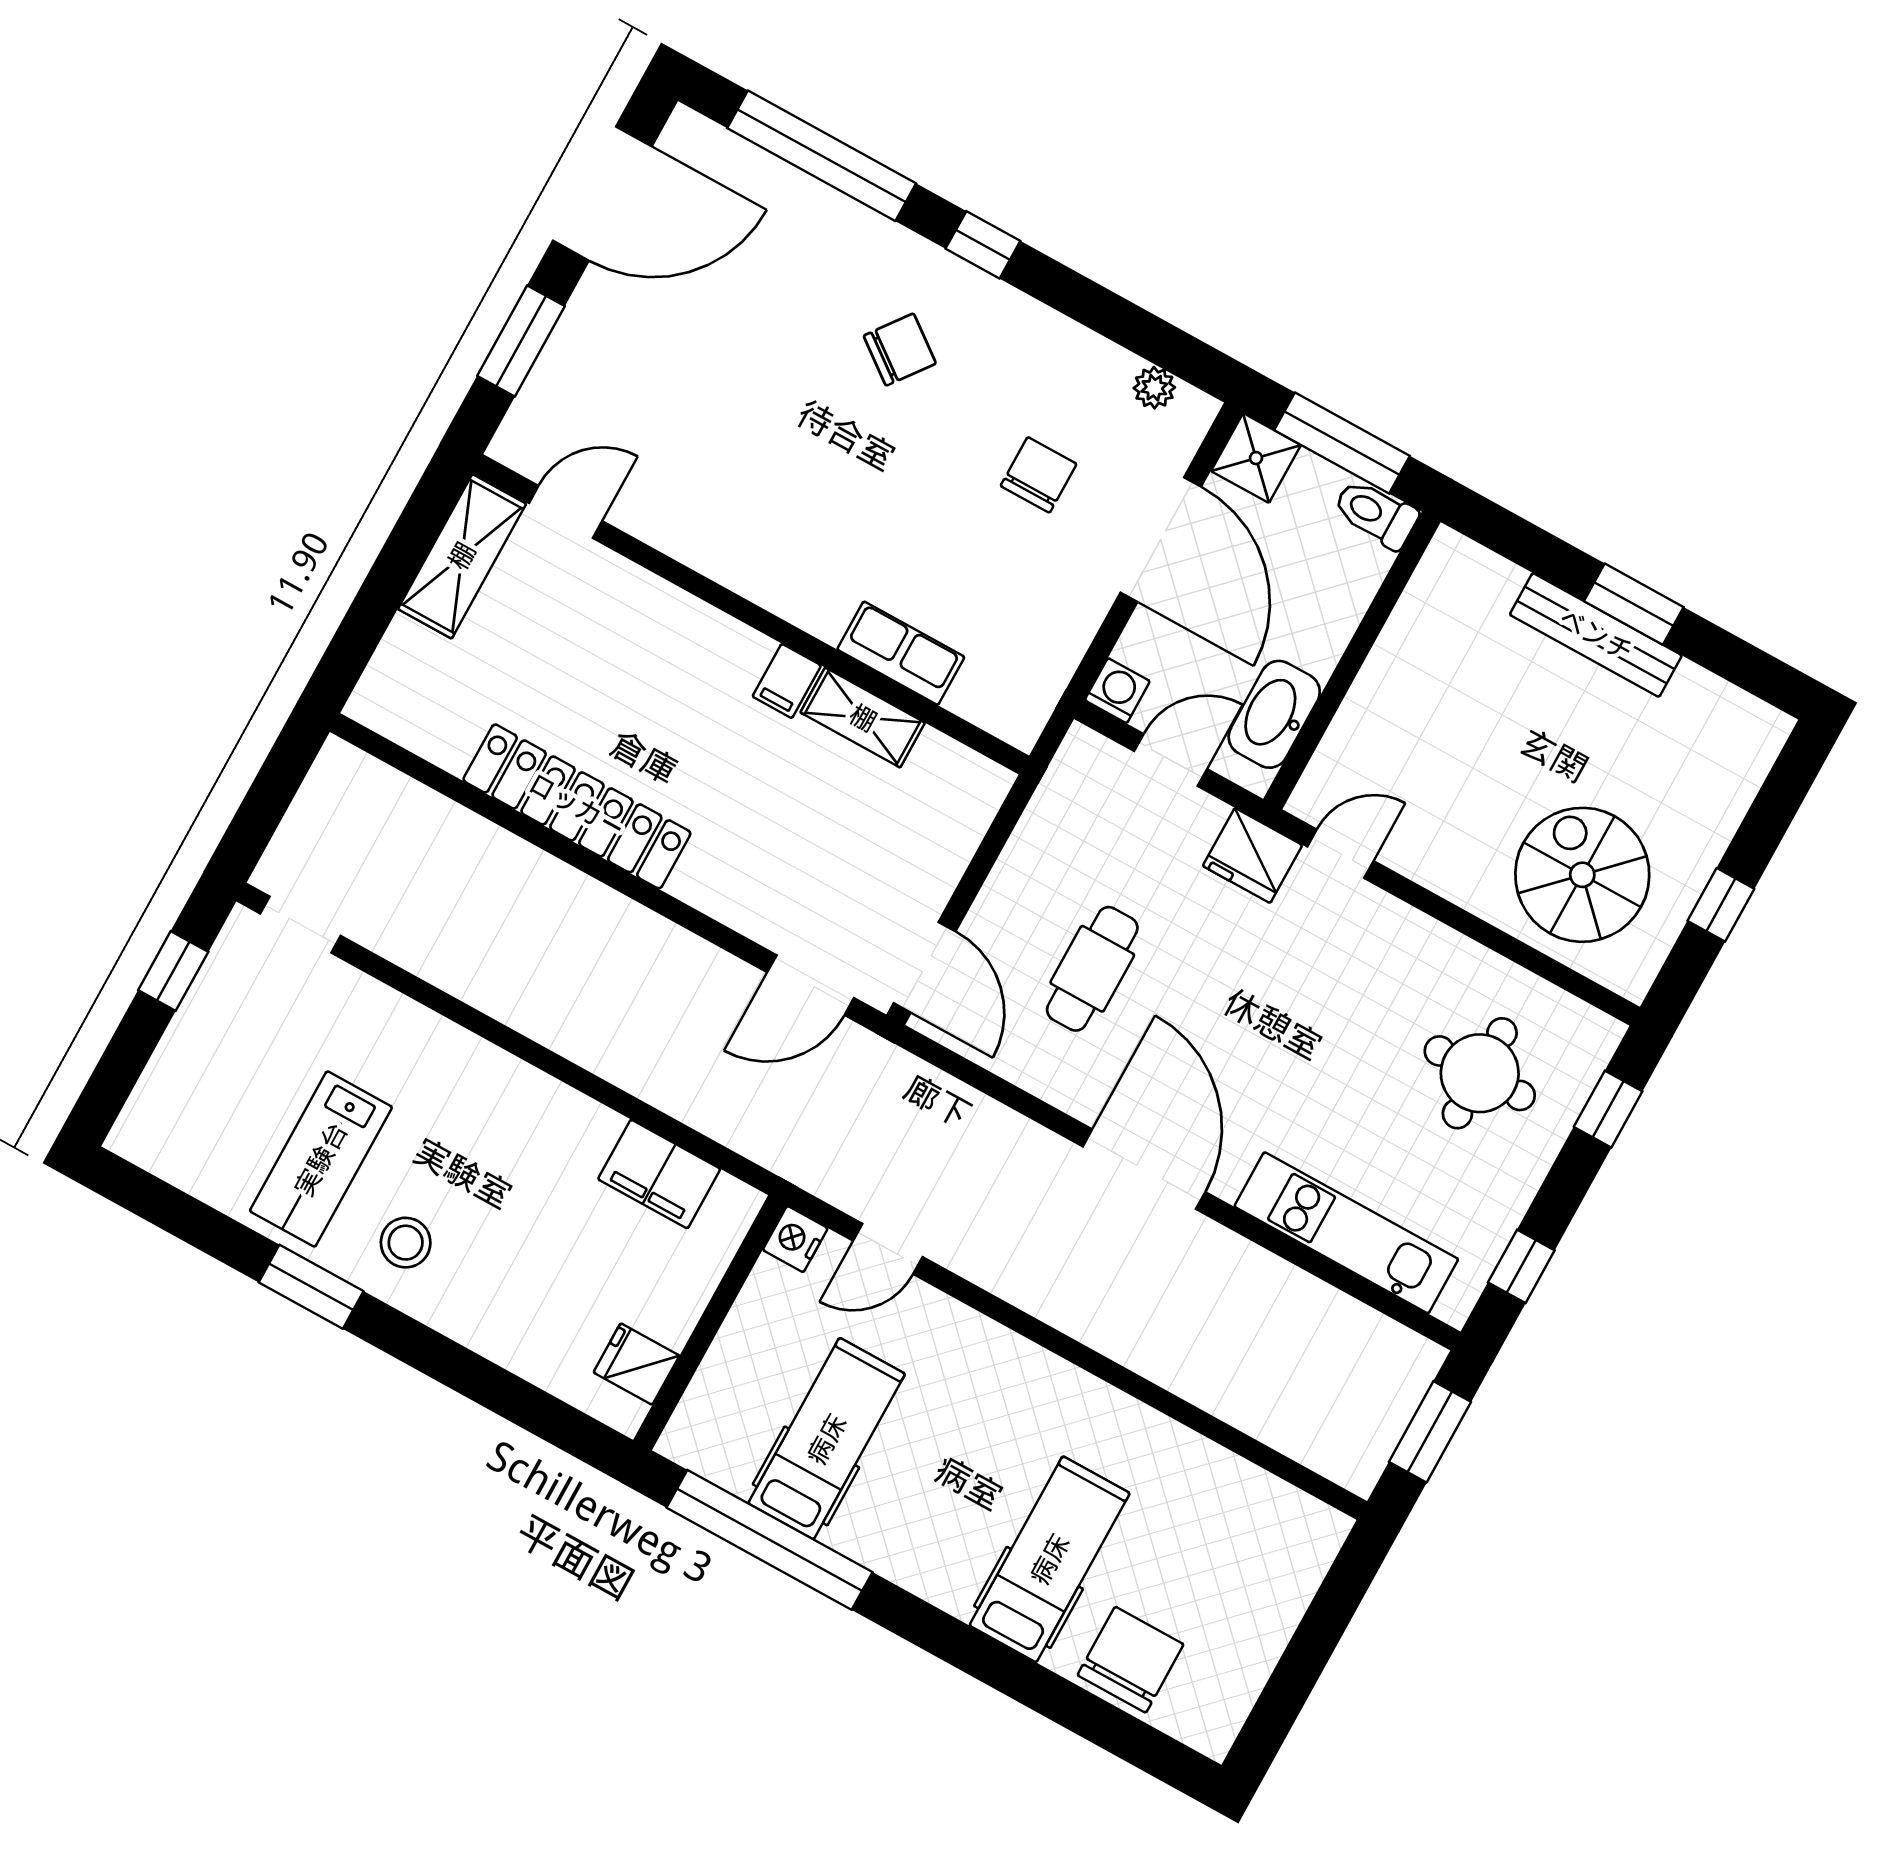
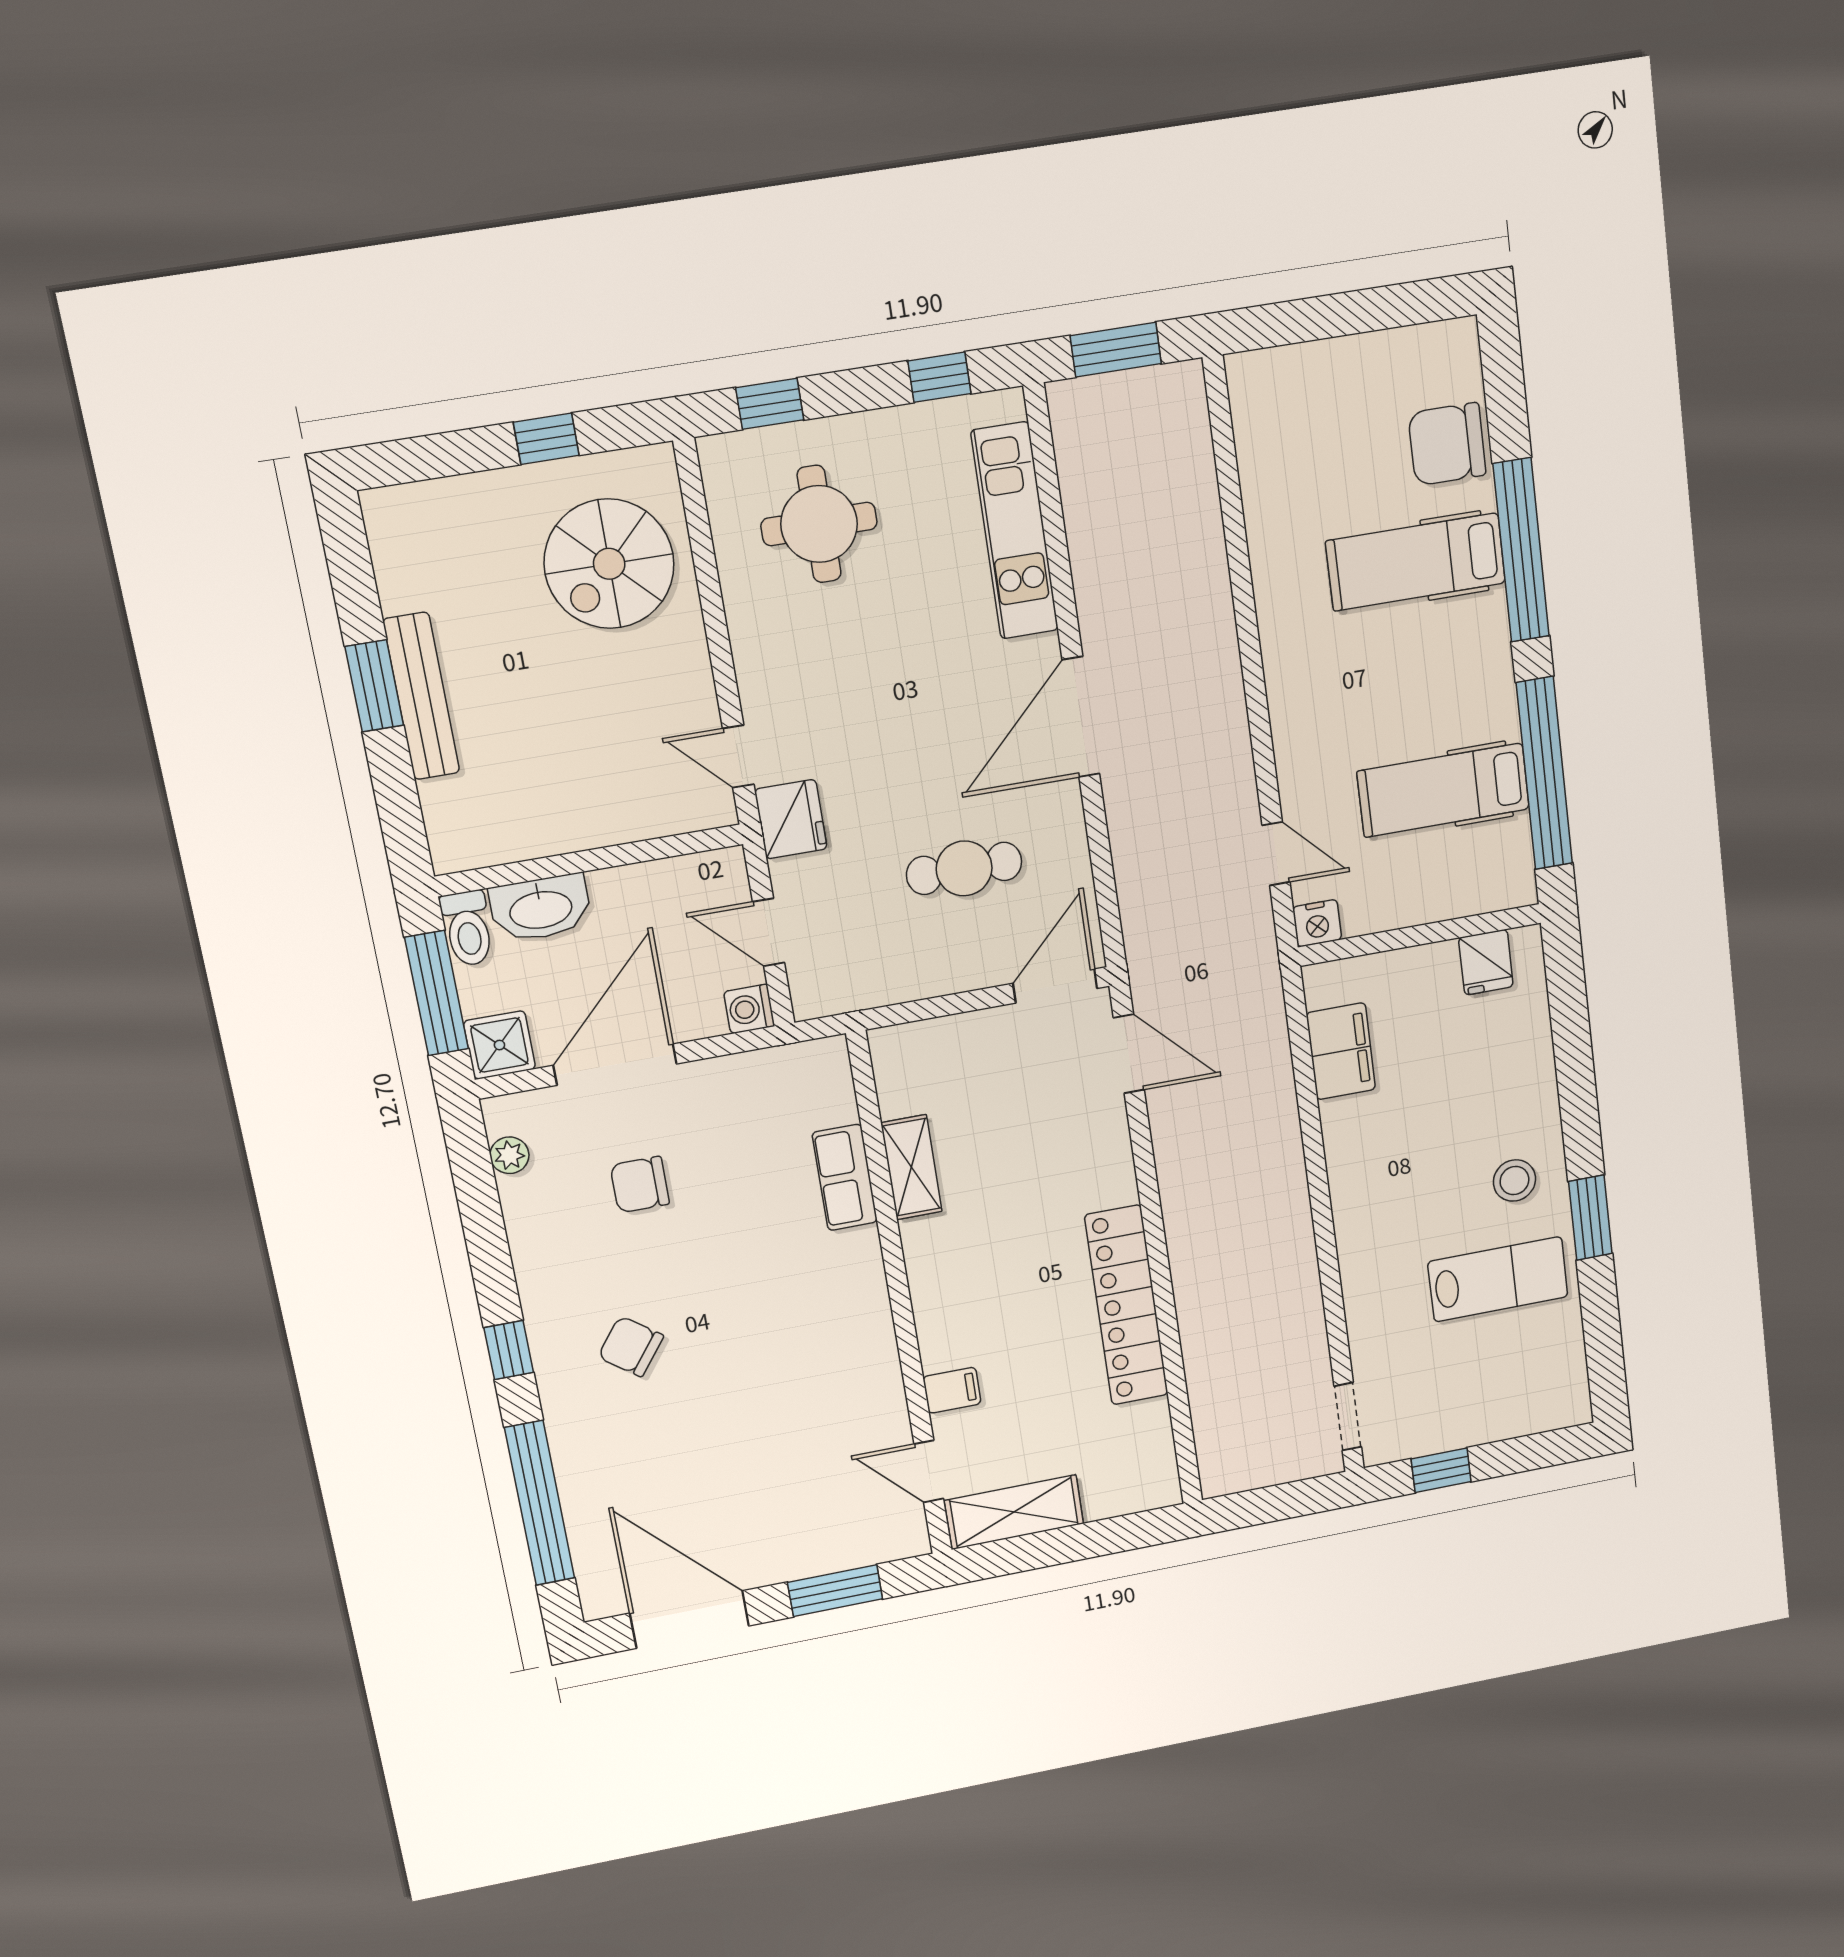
filing cabinet: (787, 681) -> (952, 1390), moved
washbasin: (1274, 714) -> (541, 908), moved
window: (987, 1660) -> (1521, 550), added

